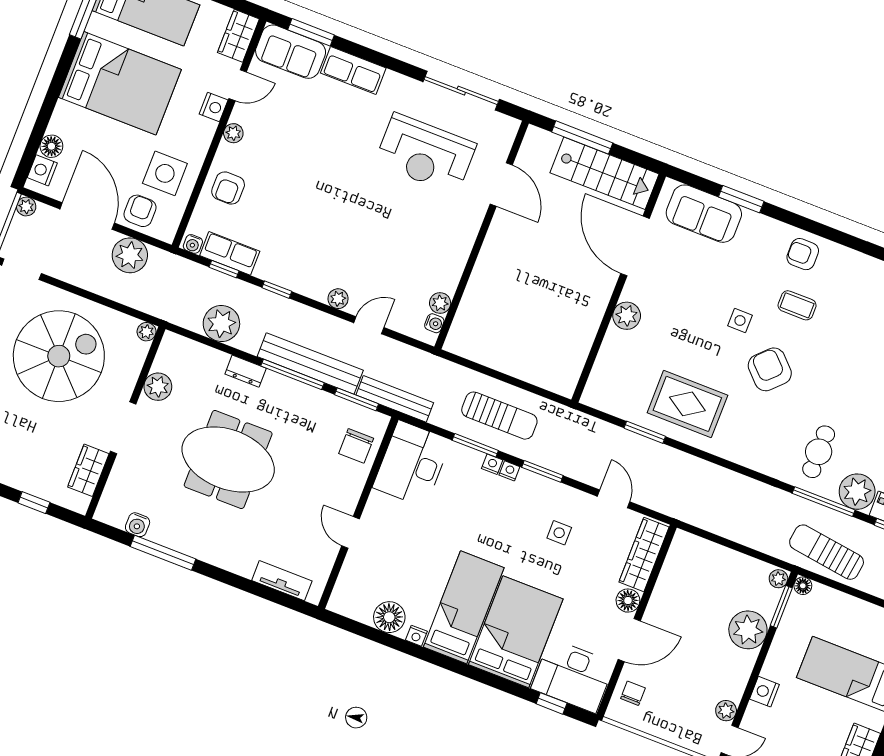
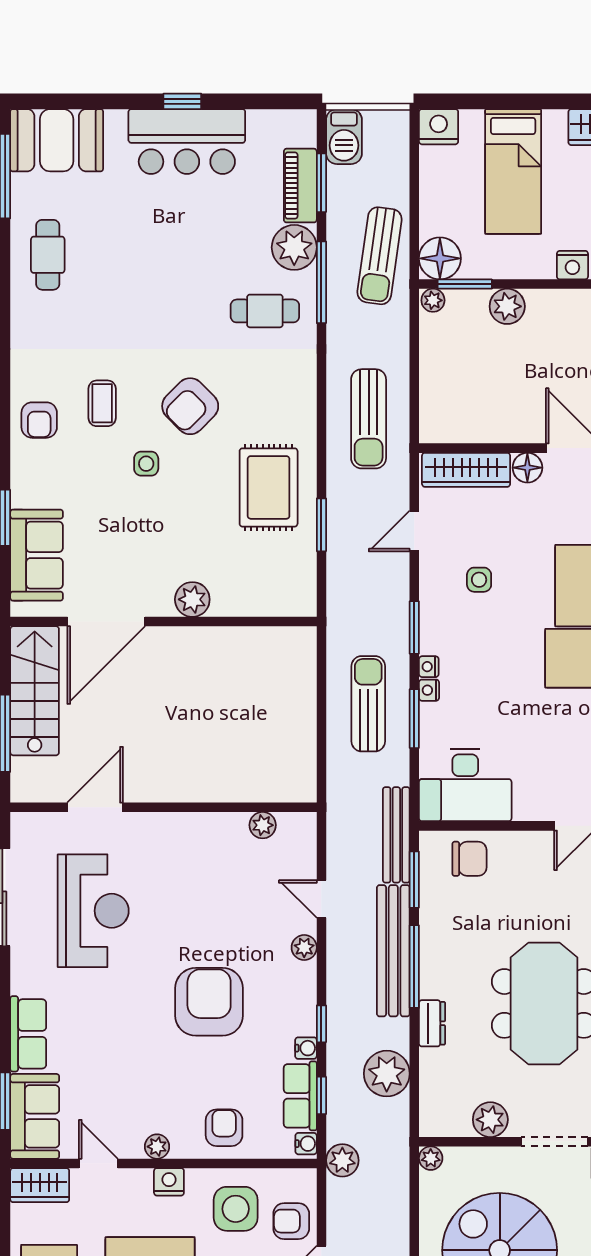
nightstand: (214, 107) -> (169, 1182), moved
armchair: (228, 188) -> (224, 1128), turned -90
armchair: (325, 213) -> (209, 1002), added
plant: (130, 255) -> (342, 1160), moved, width x0.73, depth x0.73
water cooler: (434, 323) -> (306, 1048), moved, turned 90
sun lounger: (709, 497) -> (369, 419), added
floor lamp: (803, 586) -> (440, 258), width x1.89, depth x1.89
plant: (748, 630) -> (507, 306), width x0.73, depth x0.73

